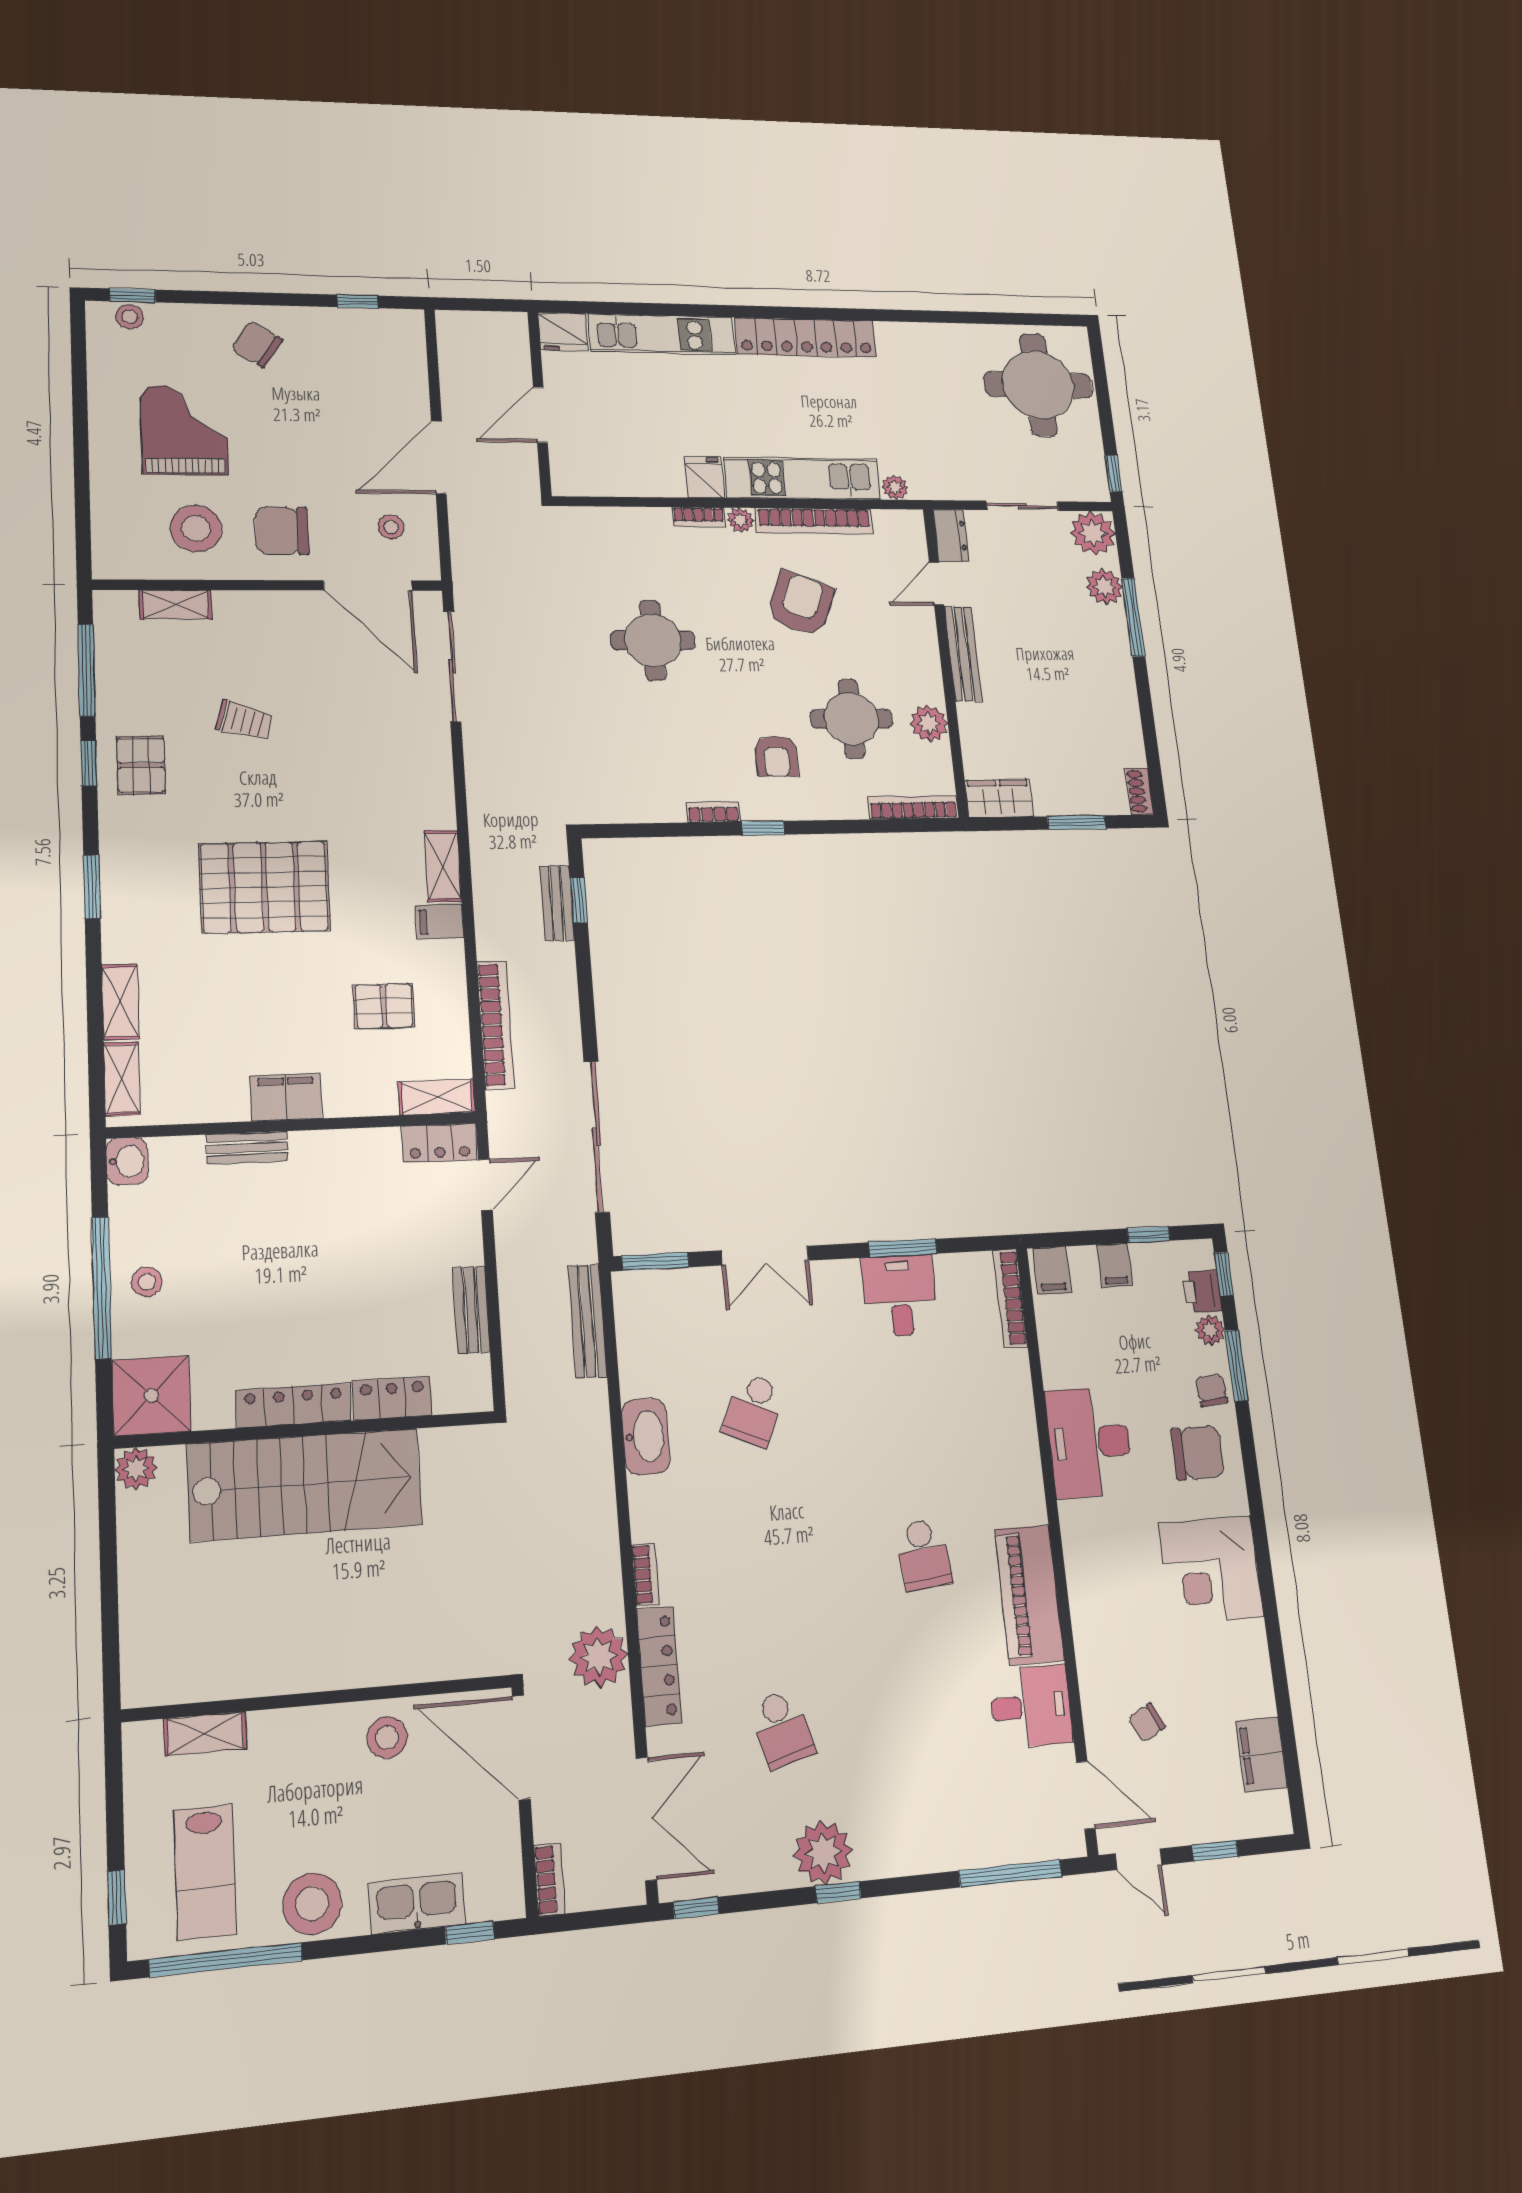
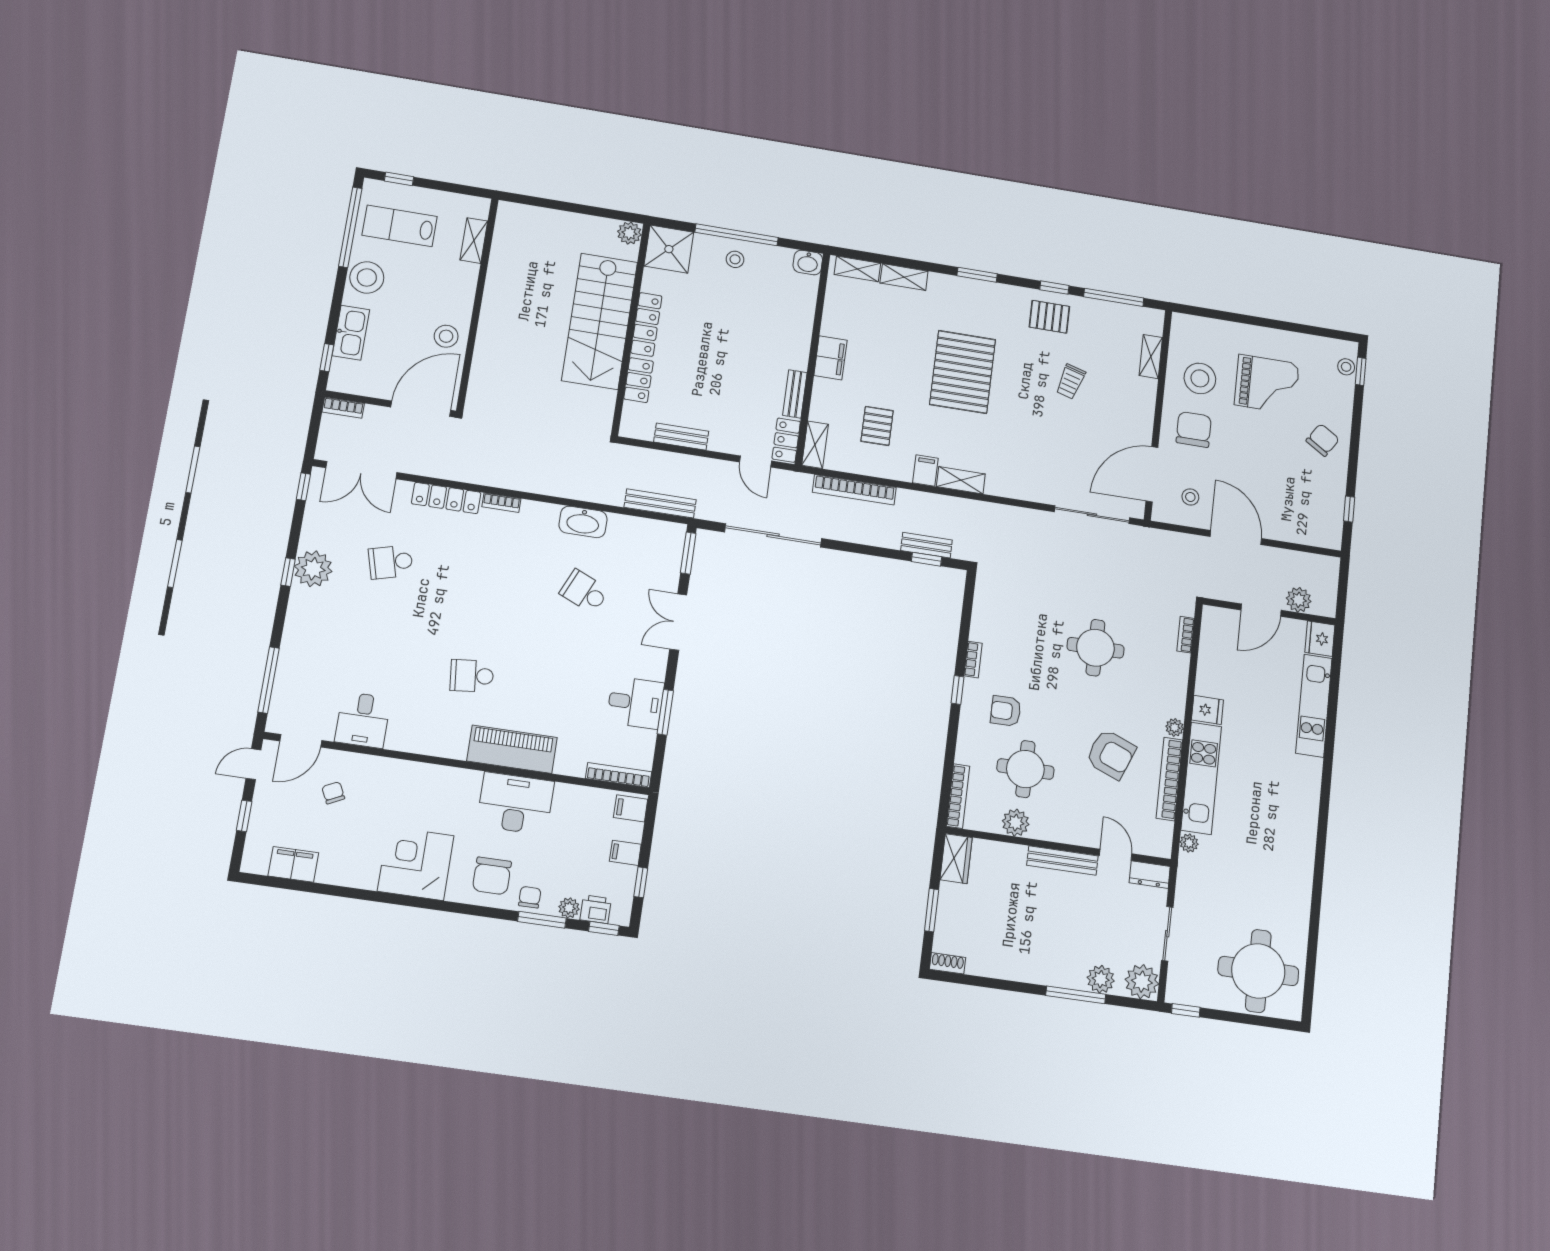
locker: (806, 338) -> (1305, 807), removed
door: (540, 415) -> (1261, 610), swing flipped
bookcase: (699, 517) -> (1186, 635), moved
bench: (247, 1148) -> (795, 394), moved
chair: (1211, 1390) -> (530, 897), turned -84
piano: (1029, 1595) -> (512, 749), moved
plant: (599, 1657) -> (1299, 600), moved, width x0.73, depth x0.73

